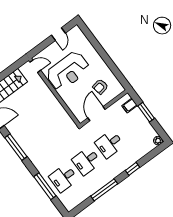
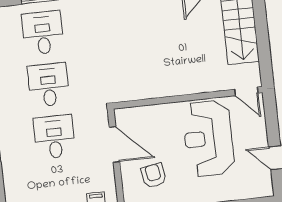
door: (35, 66) -> (246, 91), hinge flipped

